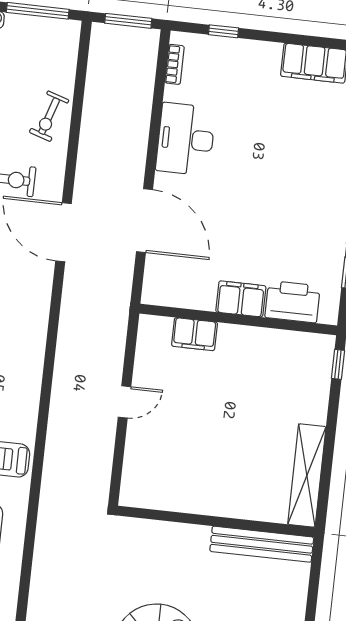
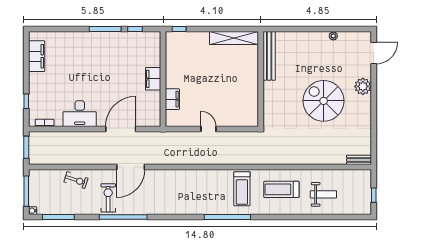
printer: (293, 302) -> (152, 54), removed

